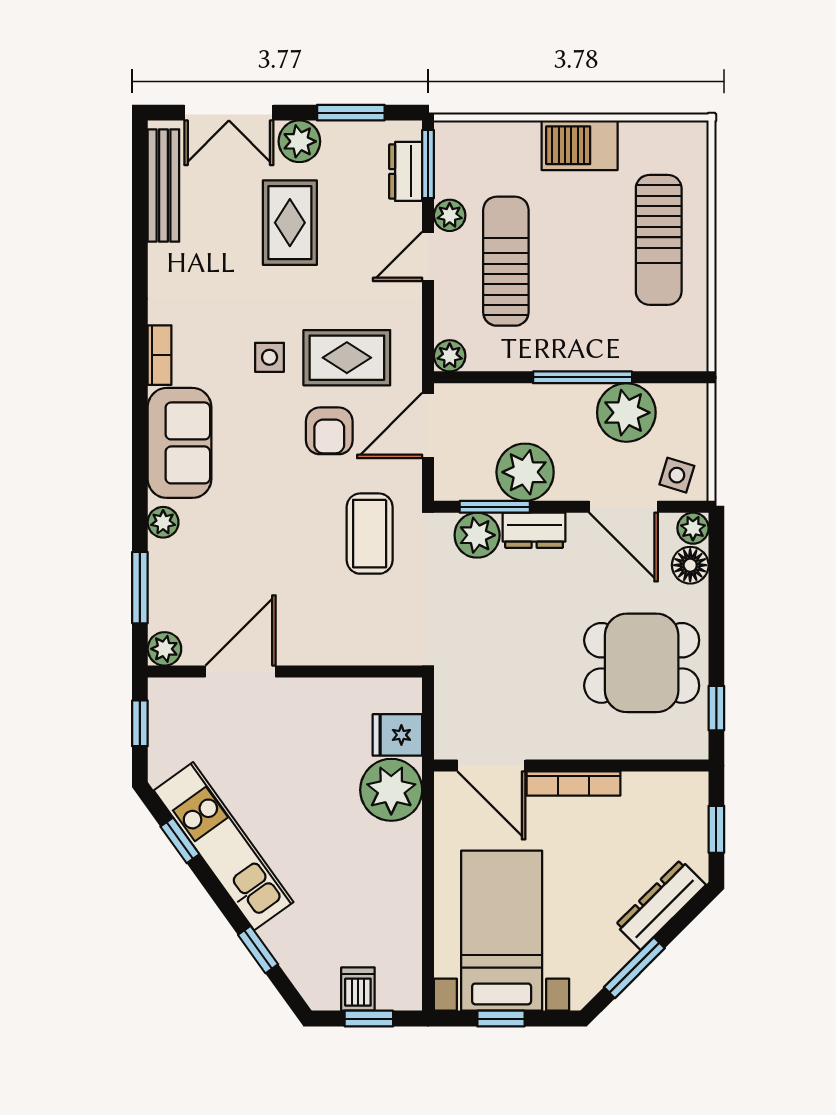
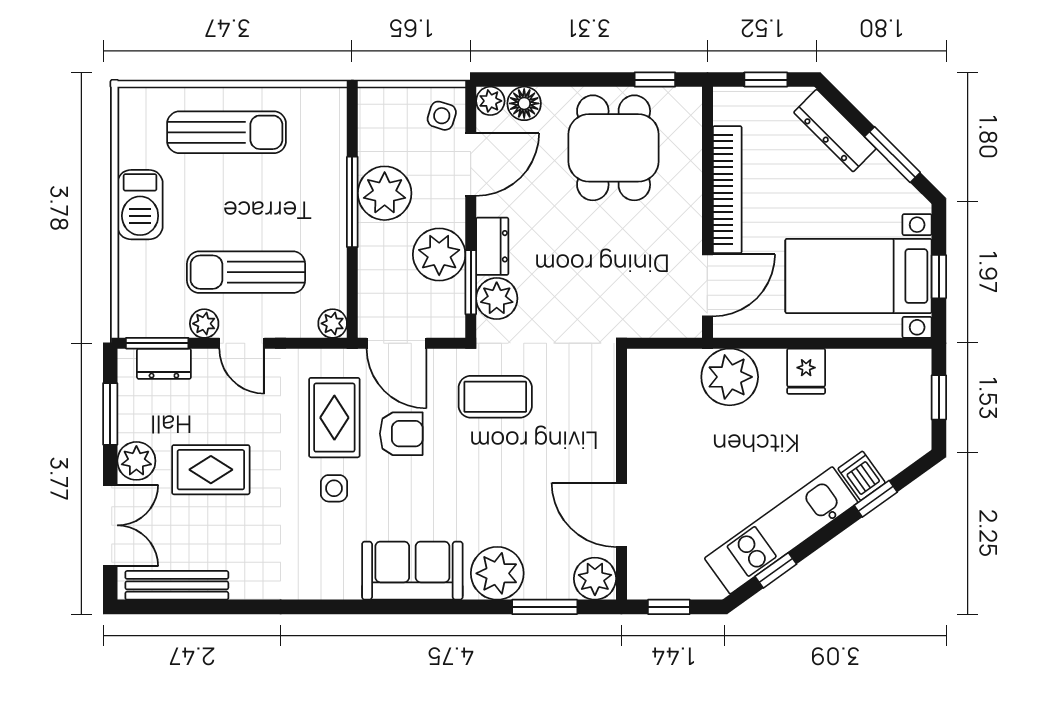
bookcase: (160, 355) -> (332, 589), removed
plant: (626, 413) -> (385, 193), moved
plant: (163, 522) -> (497, 573), width x1.88, depth x1.88
plant: (164, 649) -> (595, 579), width x1.38, depth x1.38
fridge: (397, 735) -> (806, 371), moved
bookcase: (573, 784) -> (727, 190), width x1.48, depth x1.31
dishwasher: (358, 989) -> (862, 476), moved, turned 54

